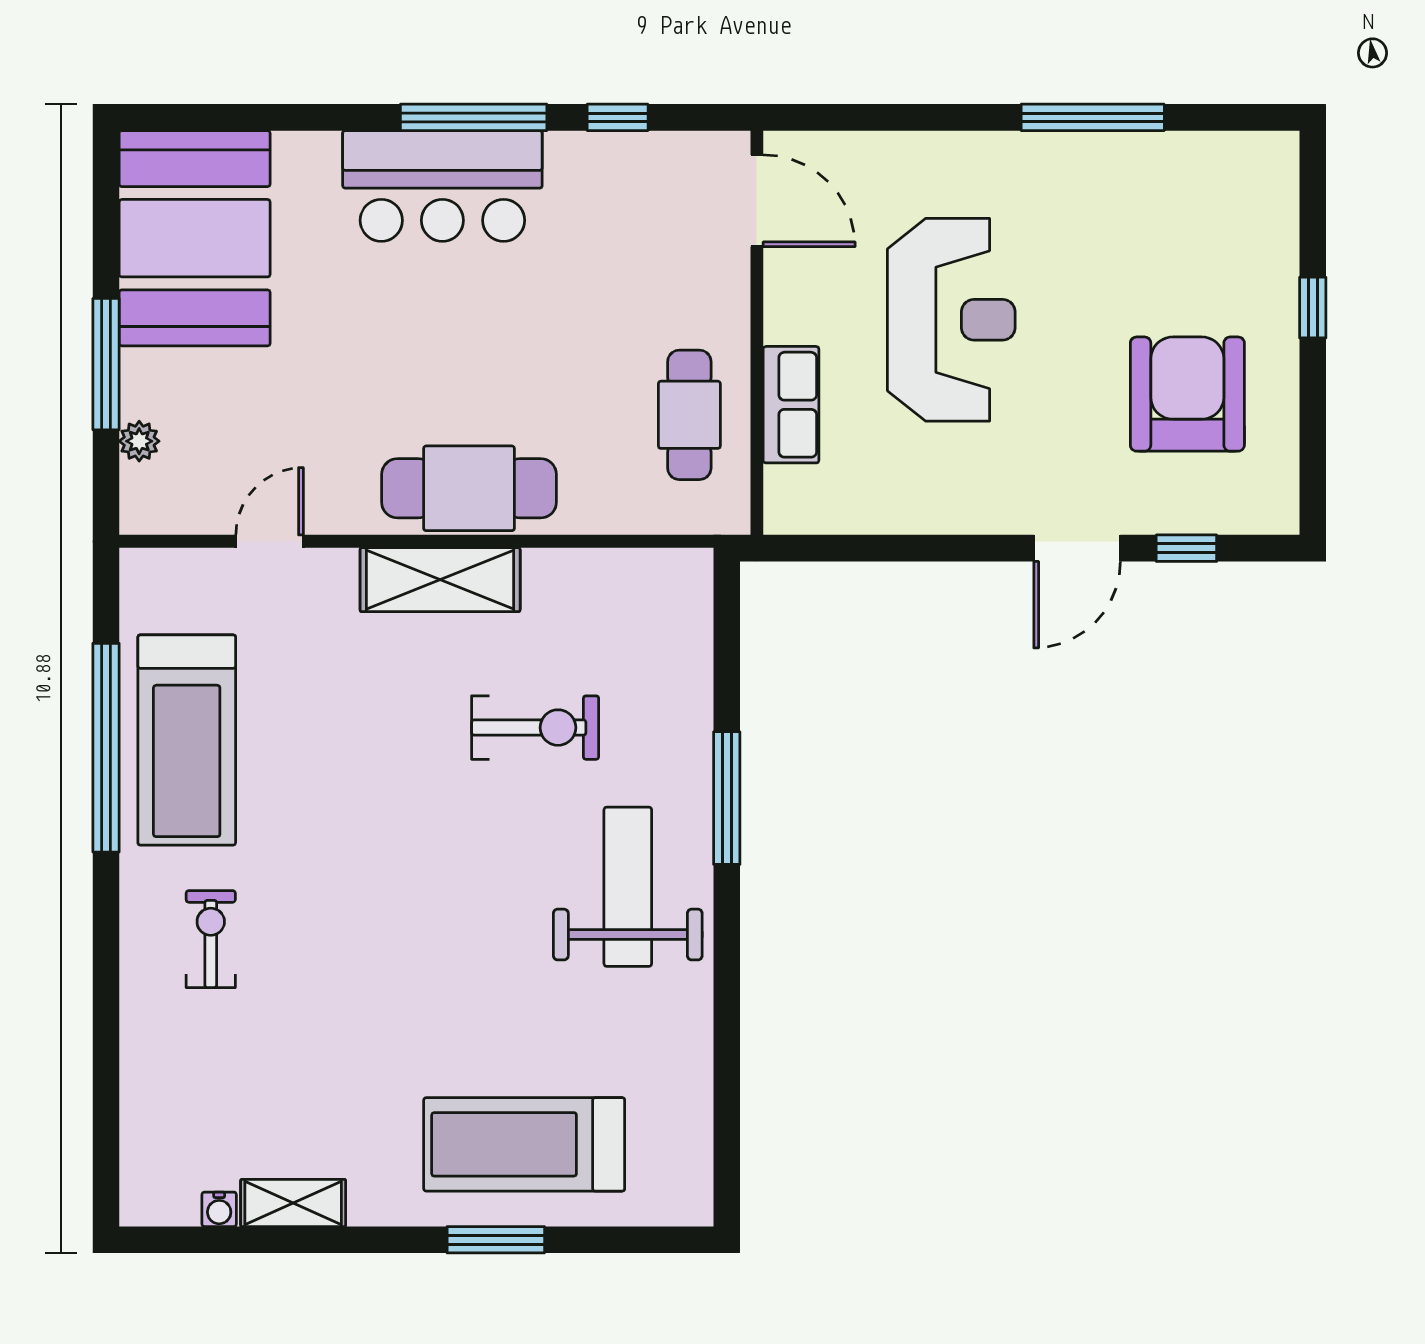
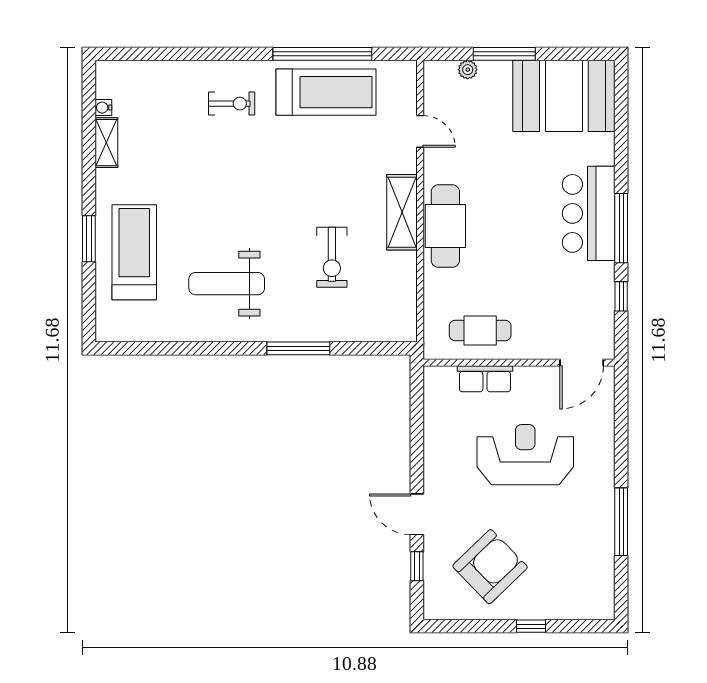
reception desk: (951, 320) -> (525, 455), turned 180
armchair: (1187, 394) -> (490, 567), turned -44
treadmill: (187, 740) -> (326, 92), turned 180
weight bench: (628, 887) -> (227, 284), moved, turned 180

